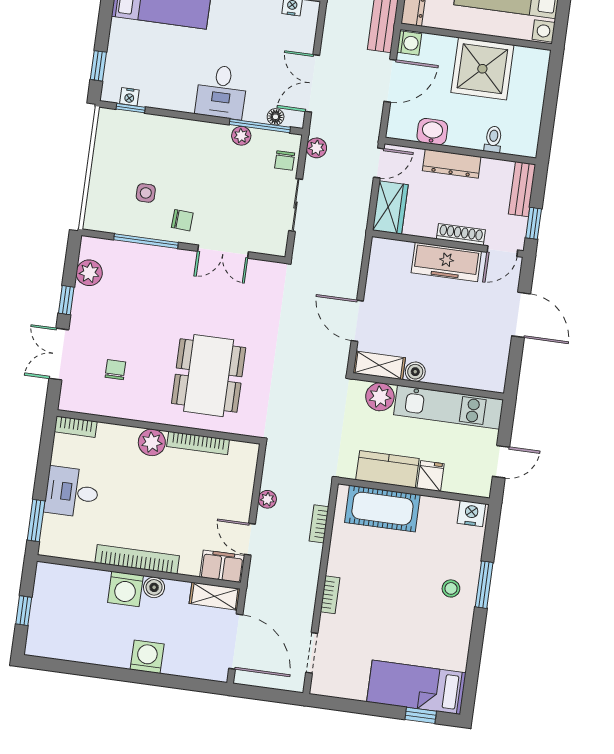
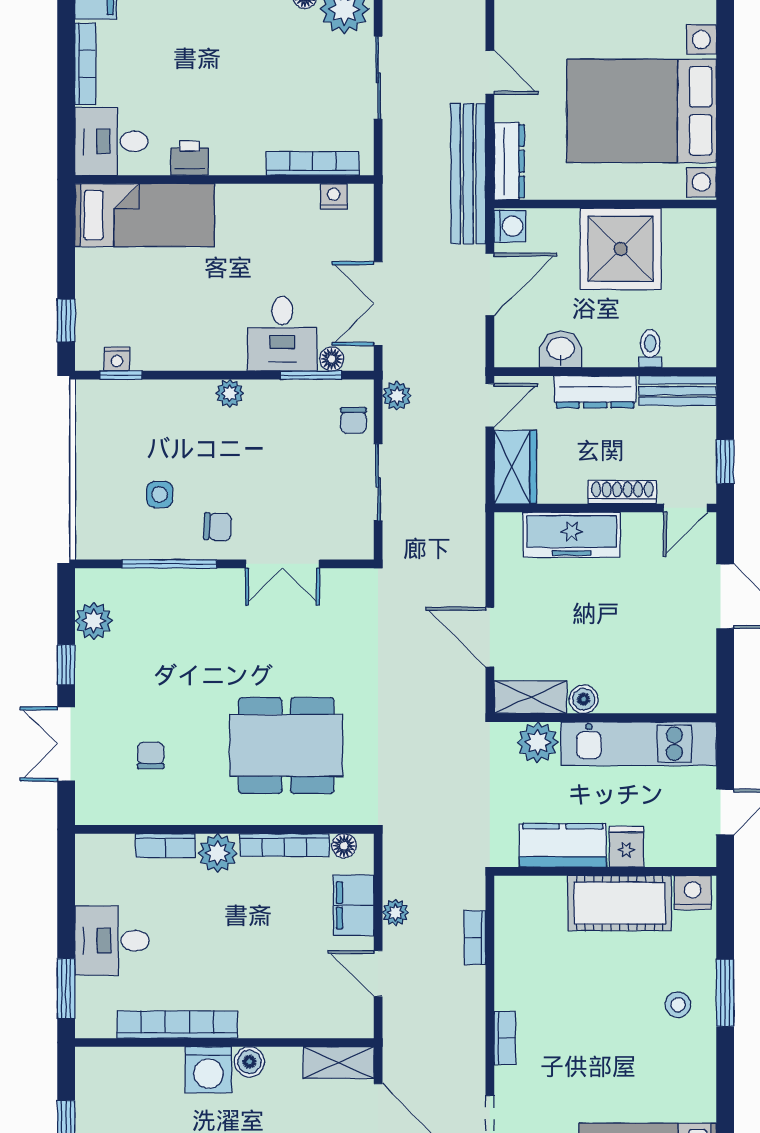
desk: (221, 92) -> (282, 334), moved
window: (260, 126) -> (311, 375), width x0.69
plant: (241, 136) -> (230, 393), moved
bench: (522, 189) -> (678, 391), moved, turned 90
freezer: (446, 262) -> (572, 535), moved
dining table: (209, 376) -> (286, 745), turned 90
bookcase: (76, 427) -> (165, 846), moved
floor lamp: (239, 449) -> (344, 846), added
cot: (382, 509) -> (620, 903), moved
bookcase: (137, 559) -> (177, 1025), moved
filing cabinet: (222, 566) -> (354, 905), moved, turned -90

